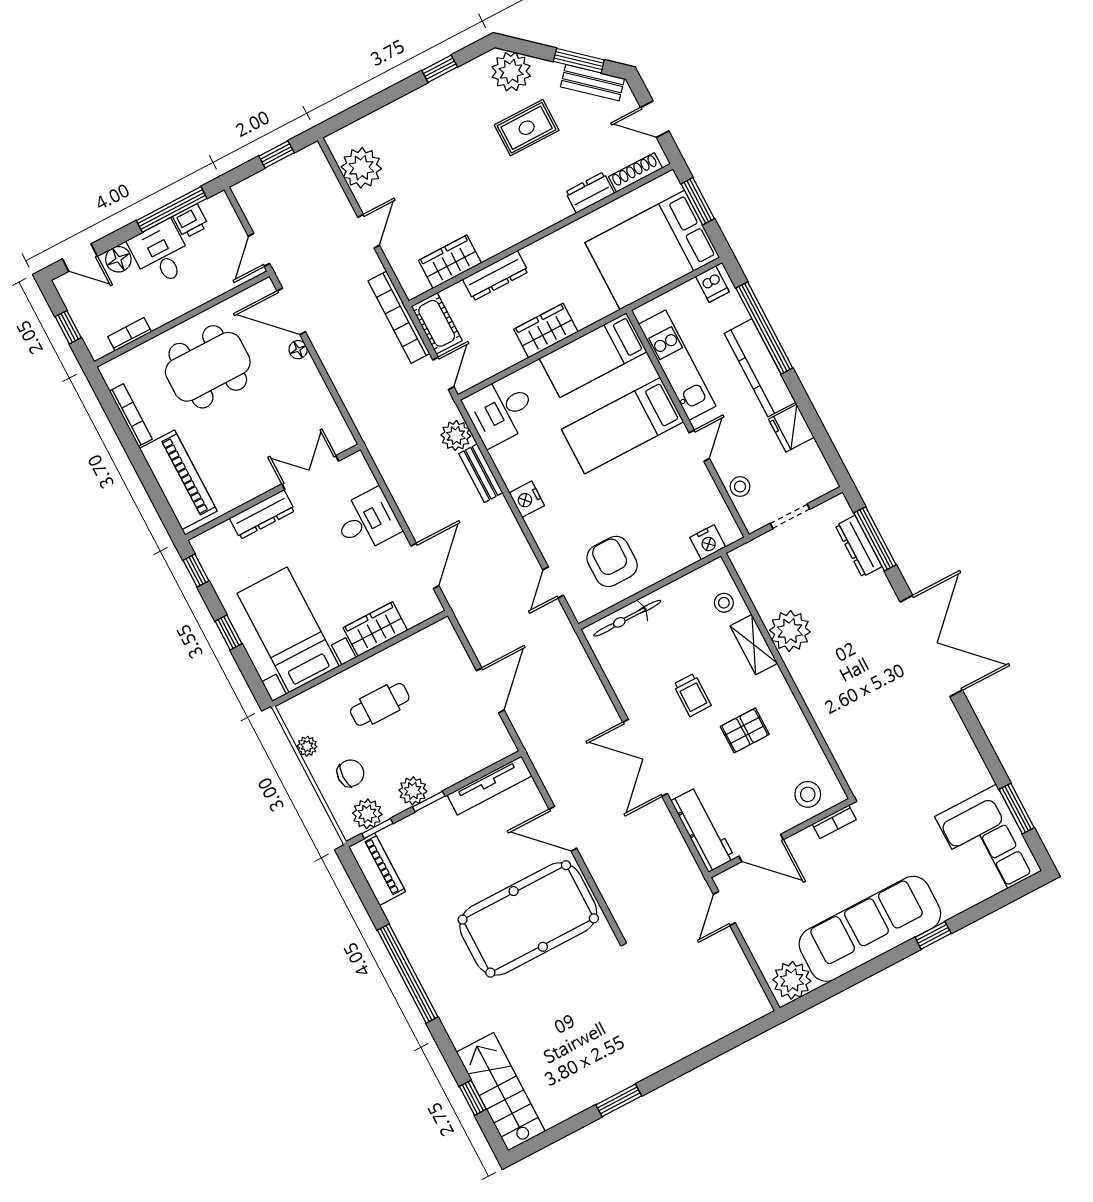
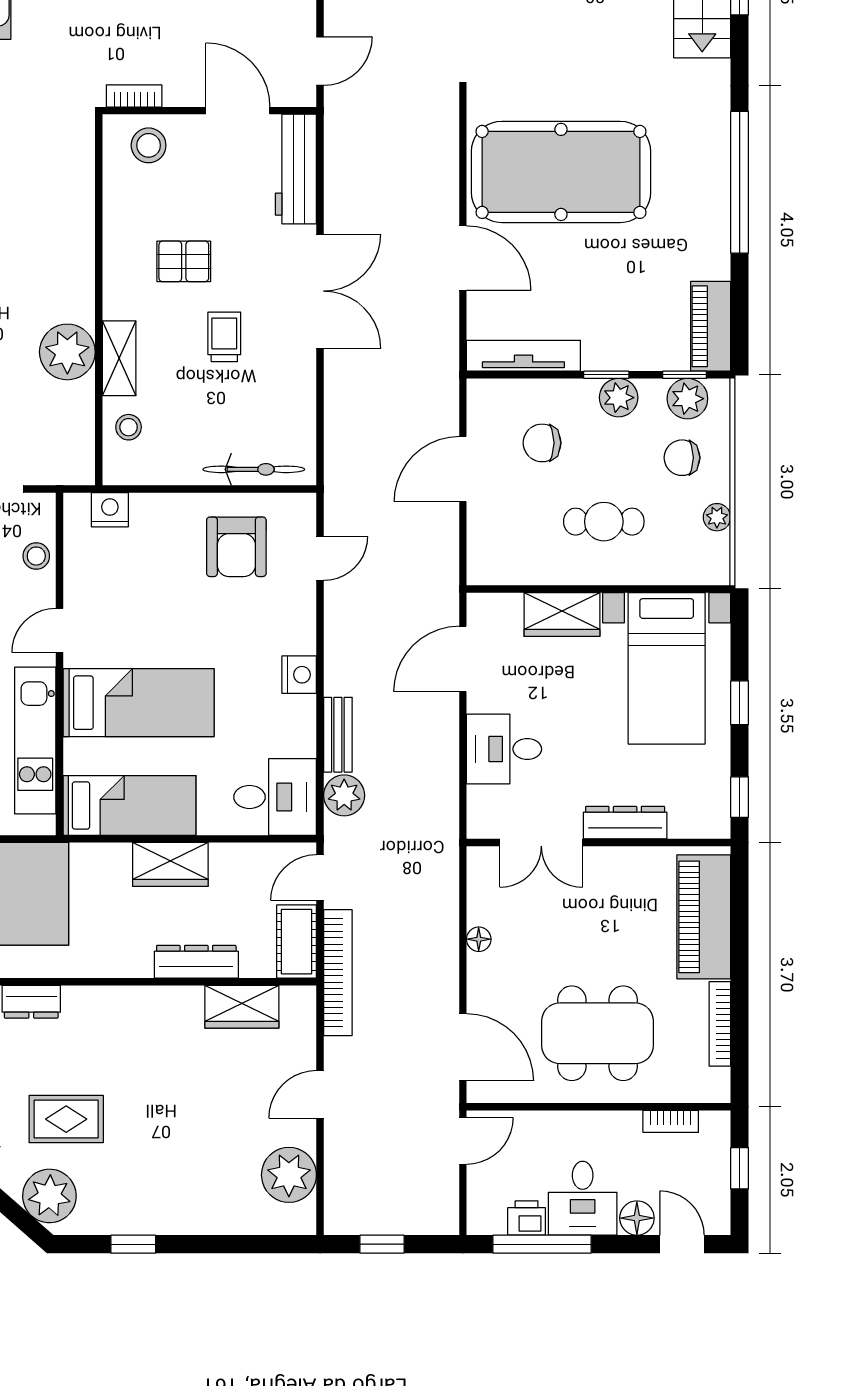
floor lamp: (298, 350) -> (479, 939), moved
chair: (447, 735) -> (542, 443), added

